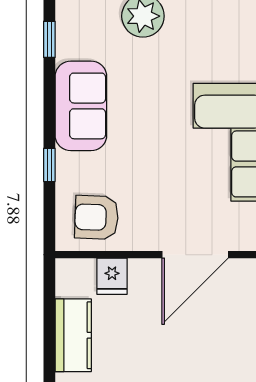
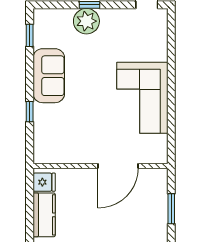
armchair: (97, 217) -> (58, 143), removed
fridge: (112, 276) -> (44, 182), moved, turned -90

